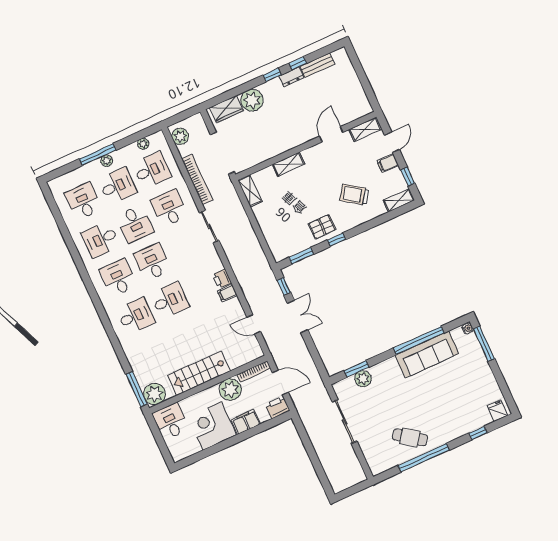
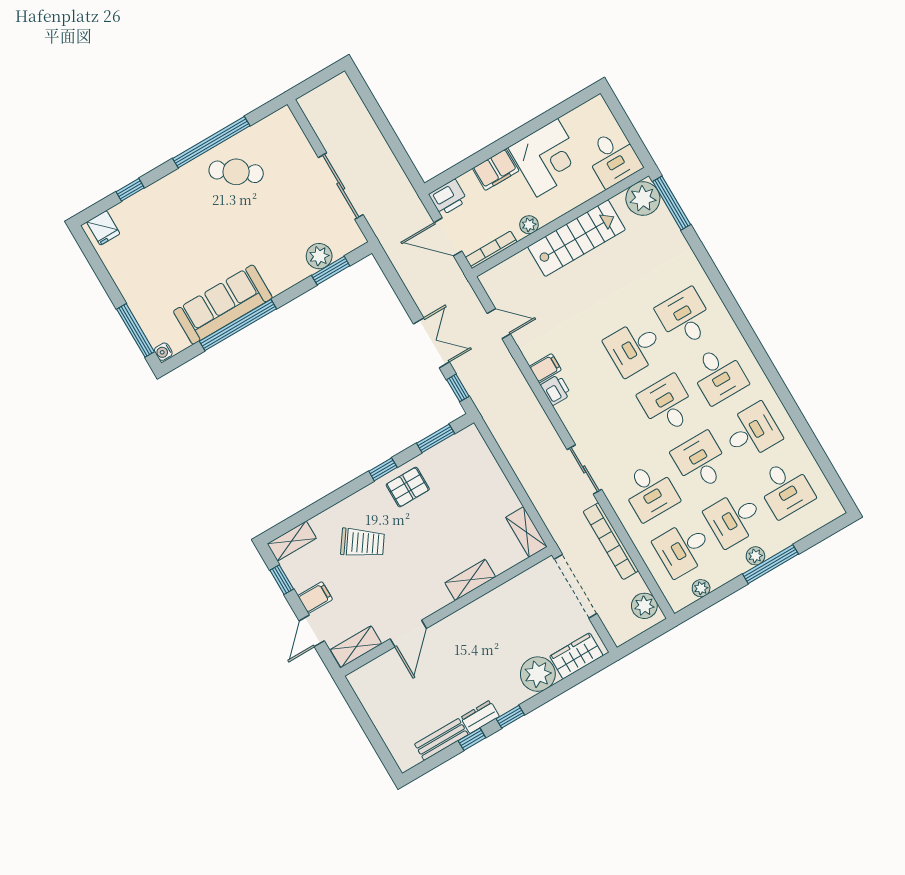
desk: (152, 262) -> (667, 405), turned 180
desk: (136, 316) -> (685, 318), turned 90
double door: (298, 317) -> (431, 343), swing flipped
plant: (230, 389) -> (529, 225), width x0.53, depth x0.53

